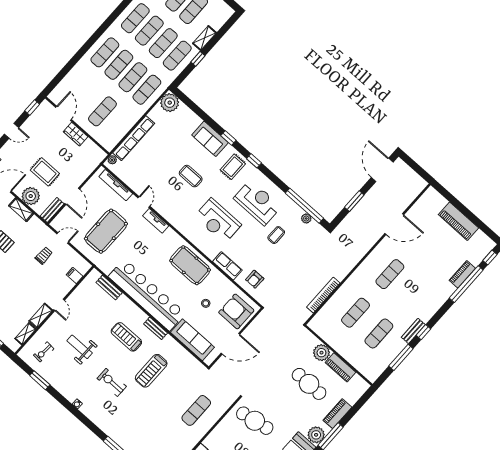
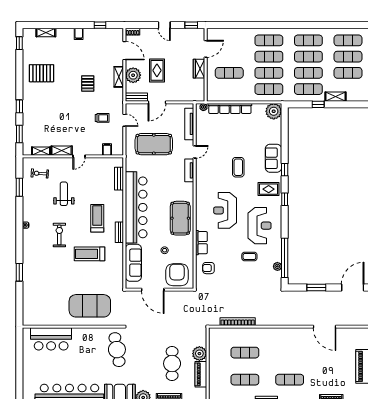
exercise mat: (390, 274) -> (290, 380), moved
exercise mat: (196, 410) -> (90, 306), width x2.00, depth x1.45

